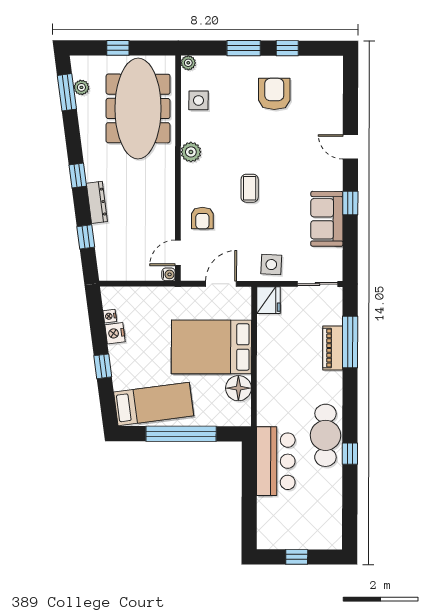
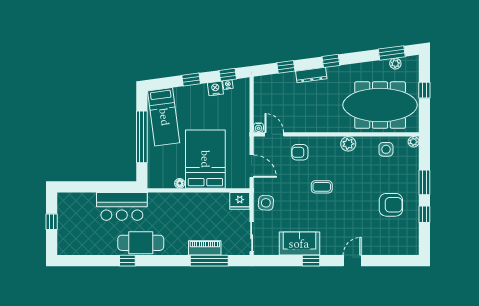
window: (96, 316) -> (228, 75), added
floor lamp: (238, 388) -> (180, 183), width x0.53, depth x0.53

